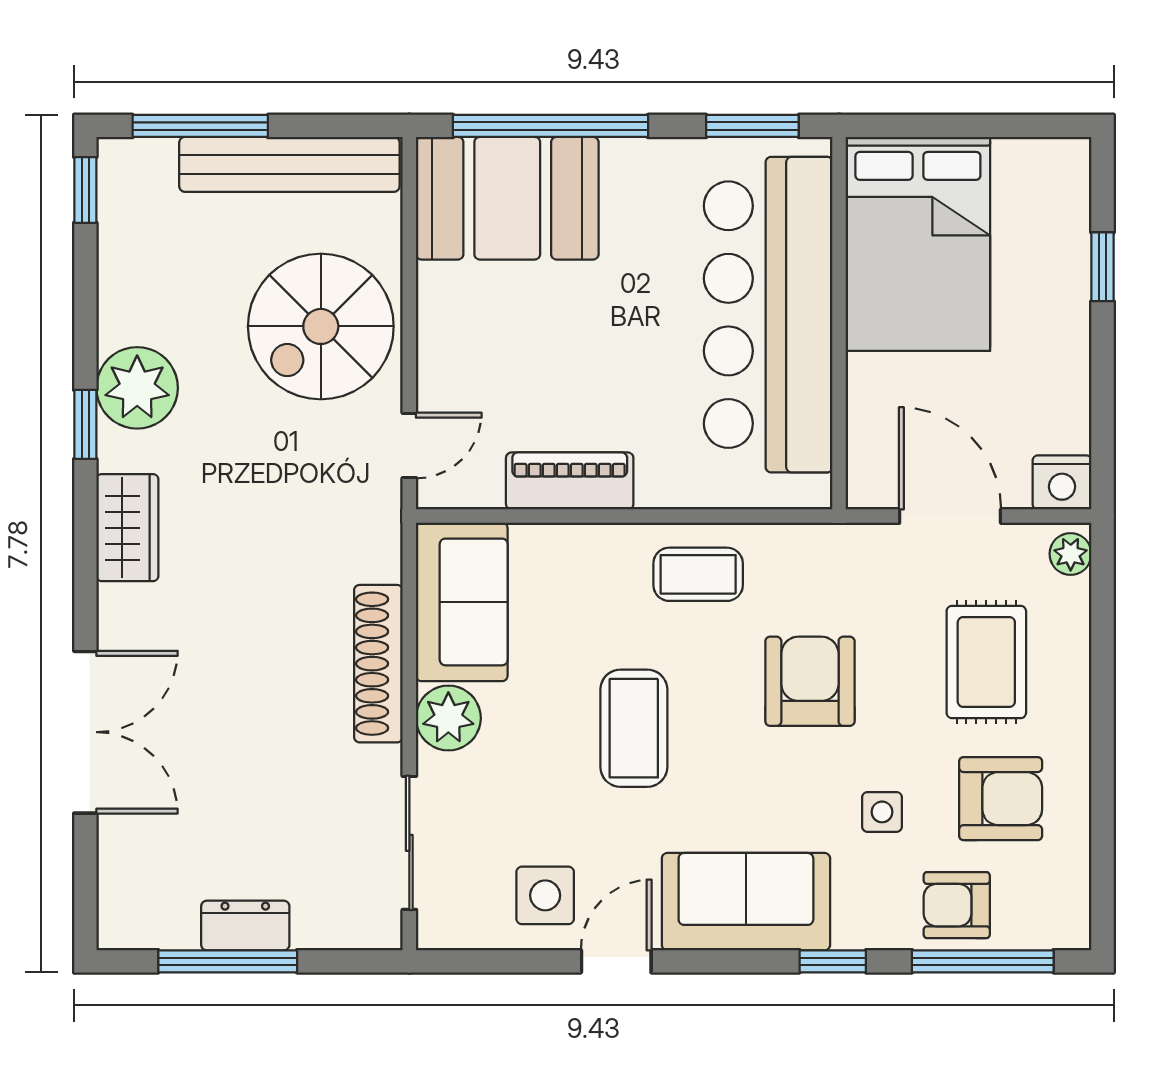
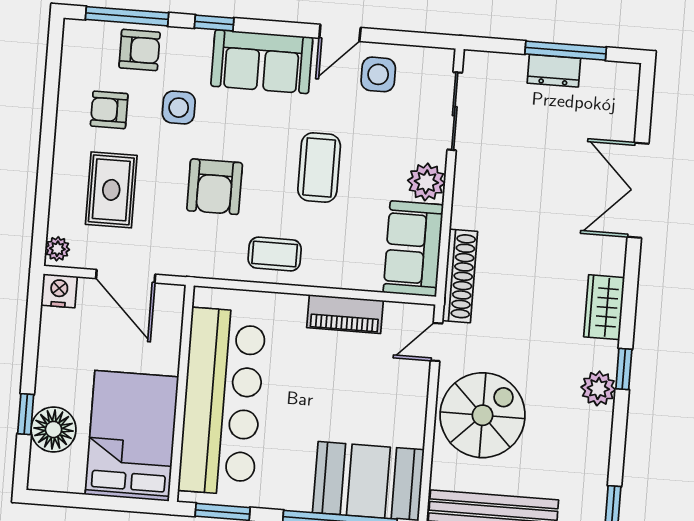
floor lamp: (1053, 244) -> (54, 429), added
plant: (137, 388) -> (598, 388), width x0.73, depth x0.73
shoe rack: (378, 664) -> (460, 276), moved
armchair: (1001, 799) -> (109, 110), width x0.72, depth x0.72
side table: (882, 812) -> (179, 108), width x1.37, depth x1.37

